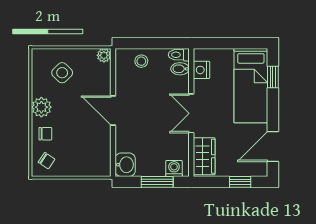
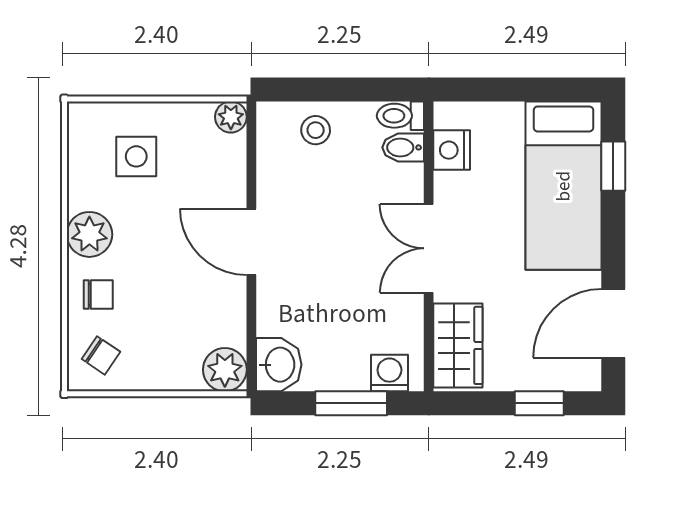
side table: (62, 73) -> (136, 156), turned 45
plant: (101, 167) -> (225, 370), added

